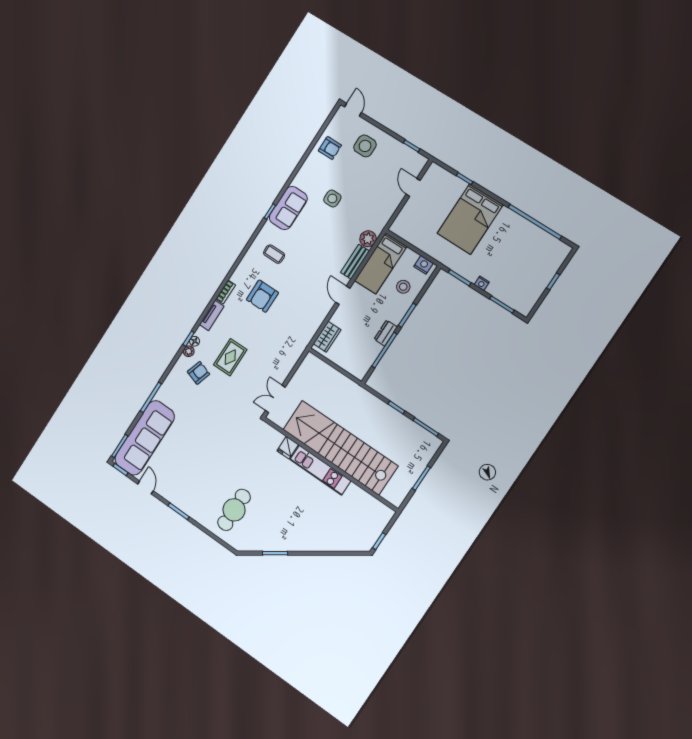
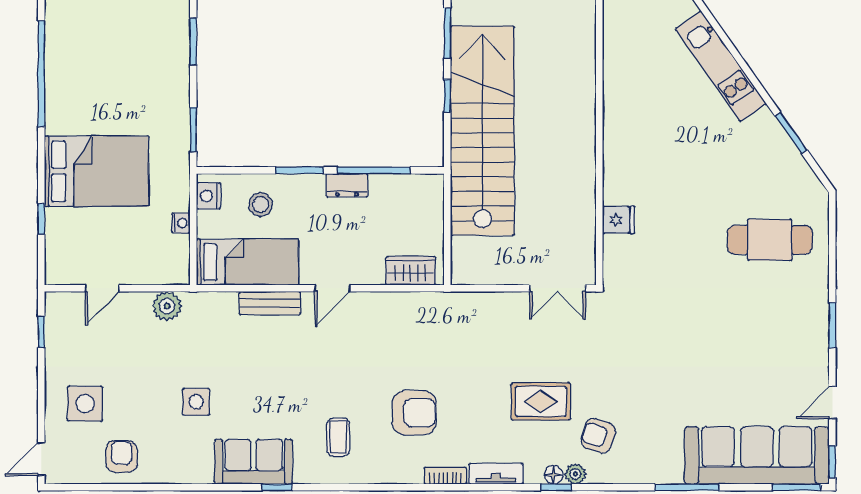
plant: (368, 239) -> (167, 306), moved
nightstand: (482, 283) -> (181, 223), moved
stairs: (340, 448) -> (482, 131), moved, turned 180
kitchen unit: (320, 470) -> (721, 66), moved, turned 145

